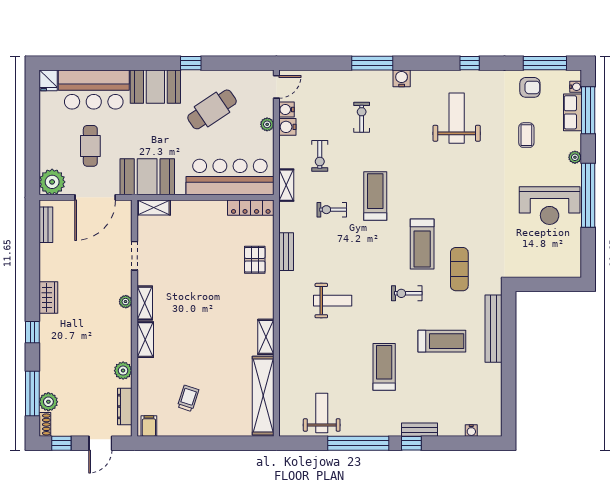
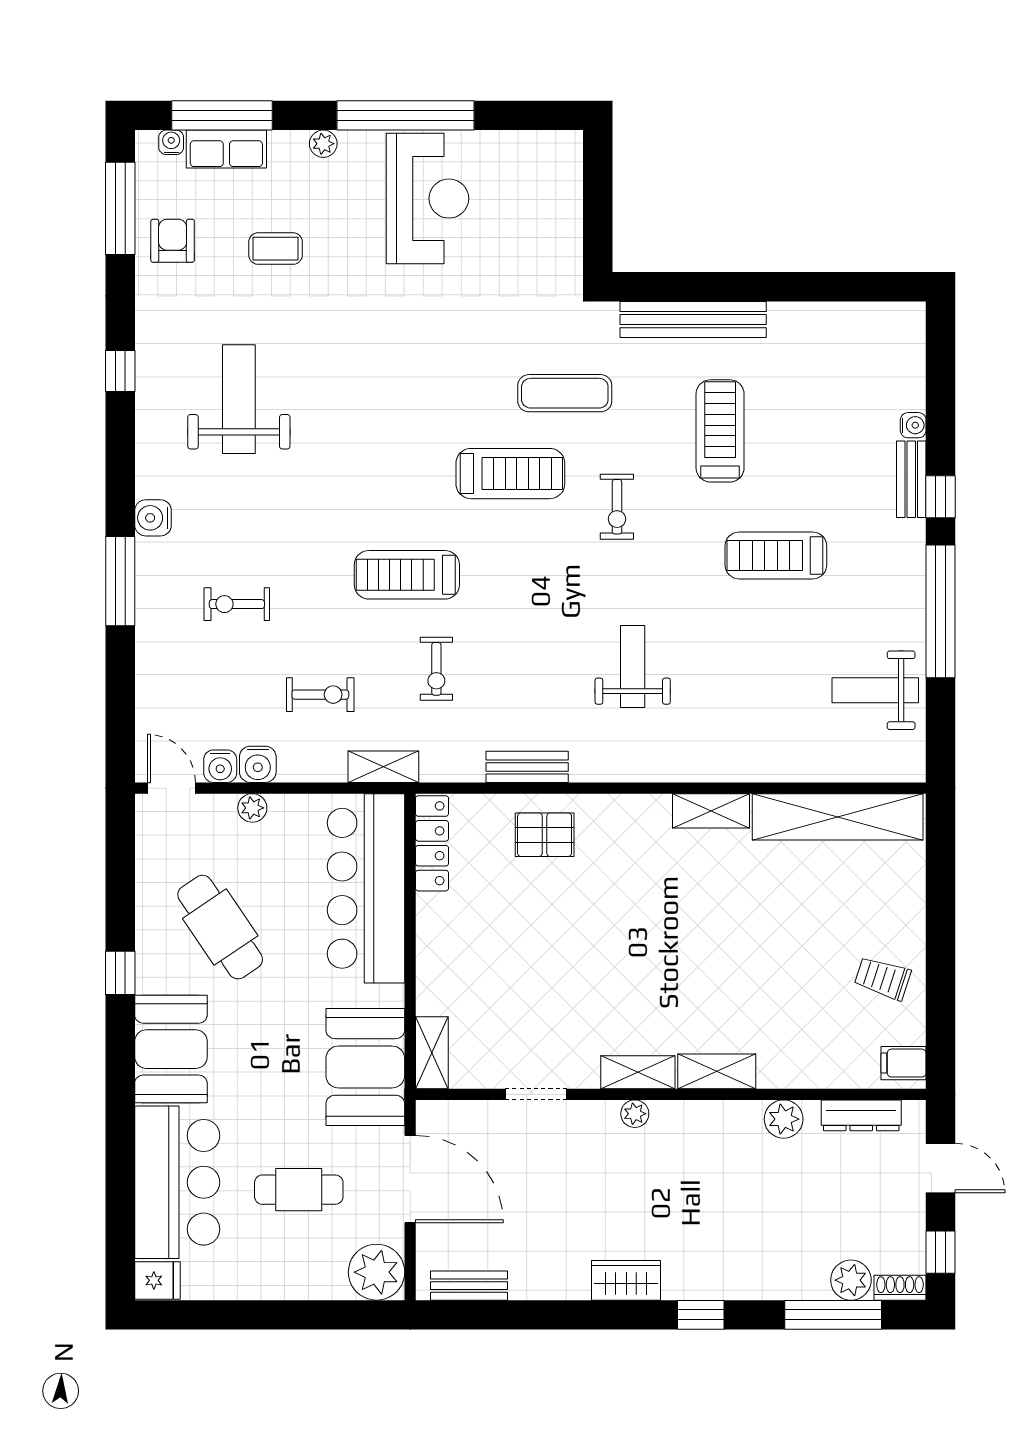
weight bench: (457, 118) -> (239, 399), turned 90
trolley: (188, 398) -> (883, 978), moved
water cooler: (471, 431) -> (913, 425), moved

